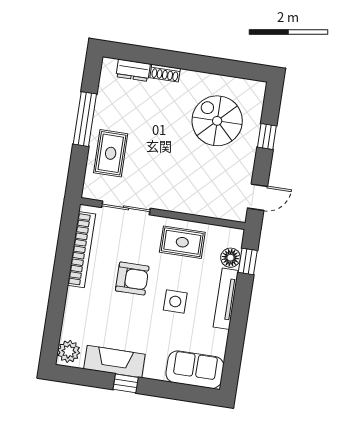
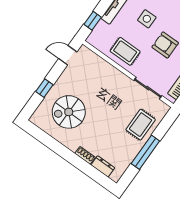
spiral stairs: (217, 121) -> (69, 112), turned 90
floor lamp: (230, 258) -> (102, 28), removed

